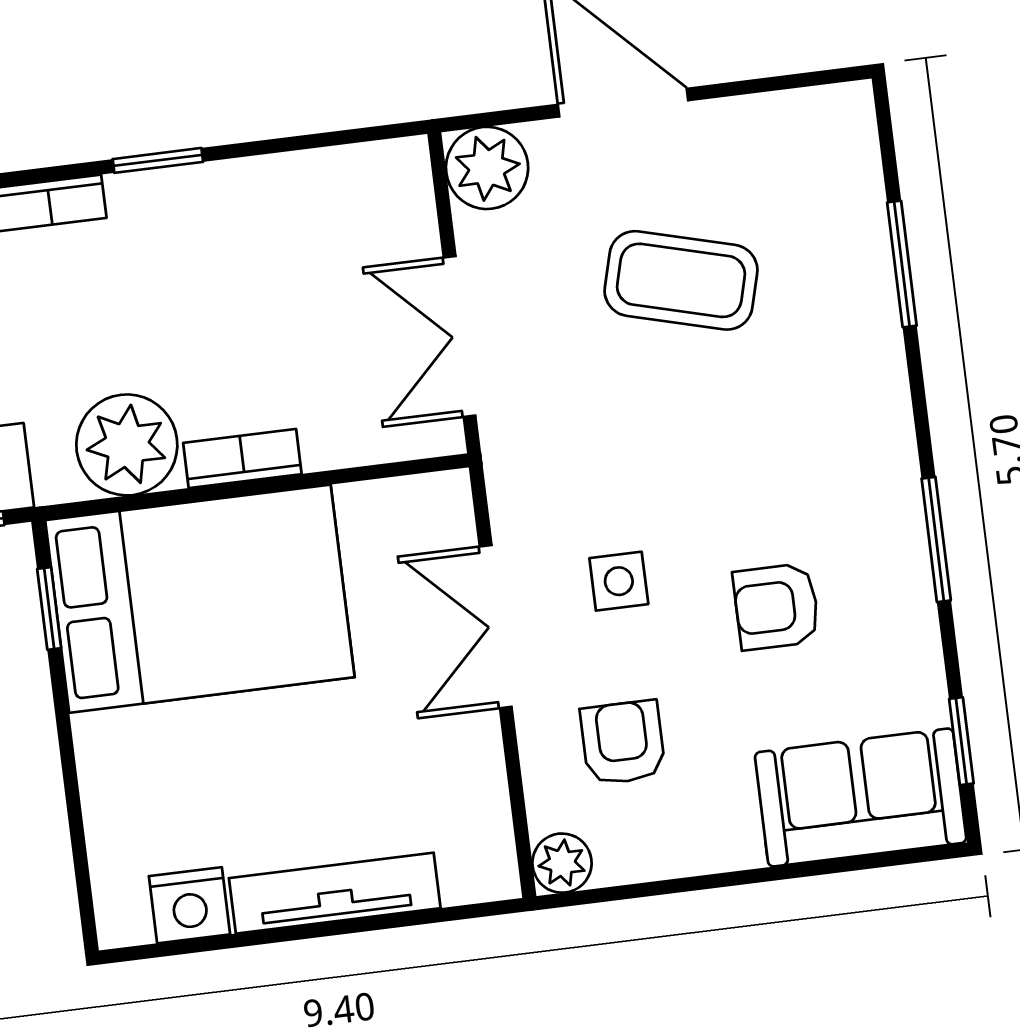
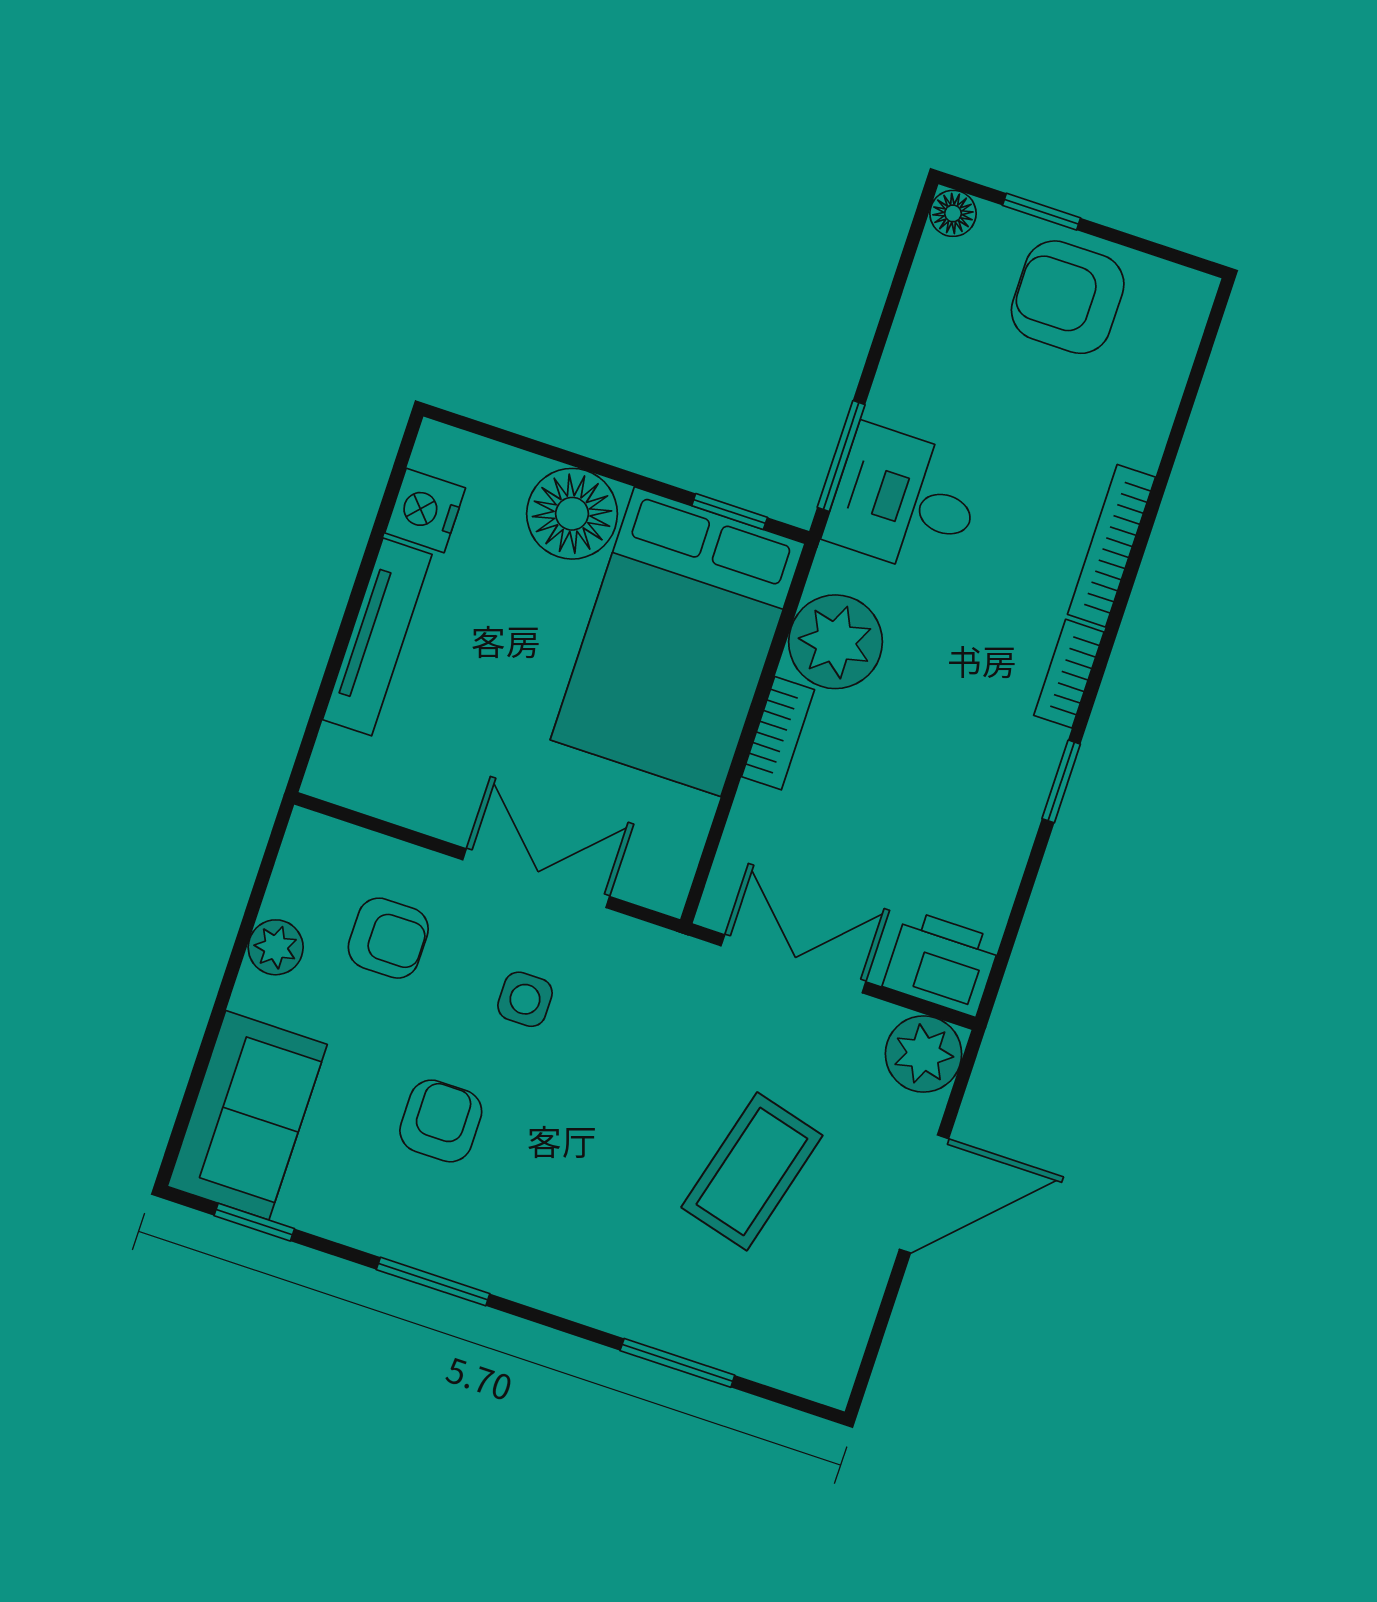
printer: (390, 192) -> (942, 963), added
floor lamp: (124, 761) -> (572, 514), added
plant: (562, 863) -> (276, 947), moved

